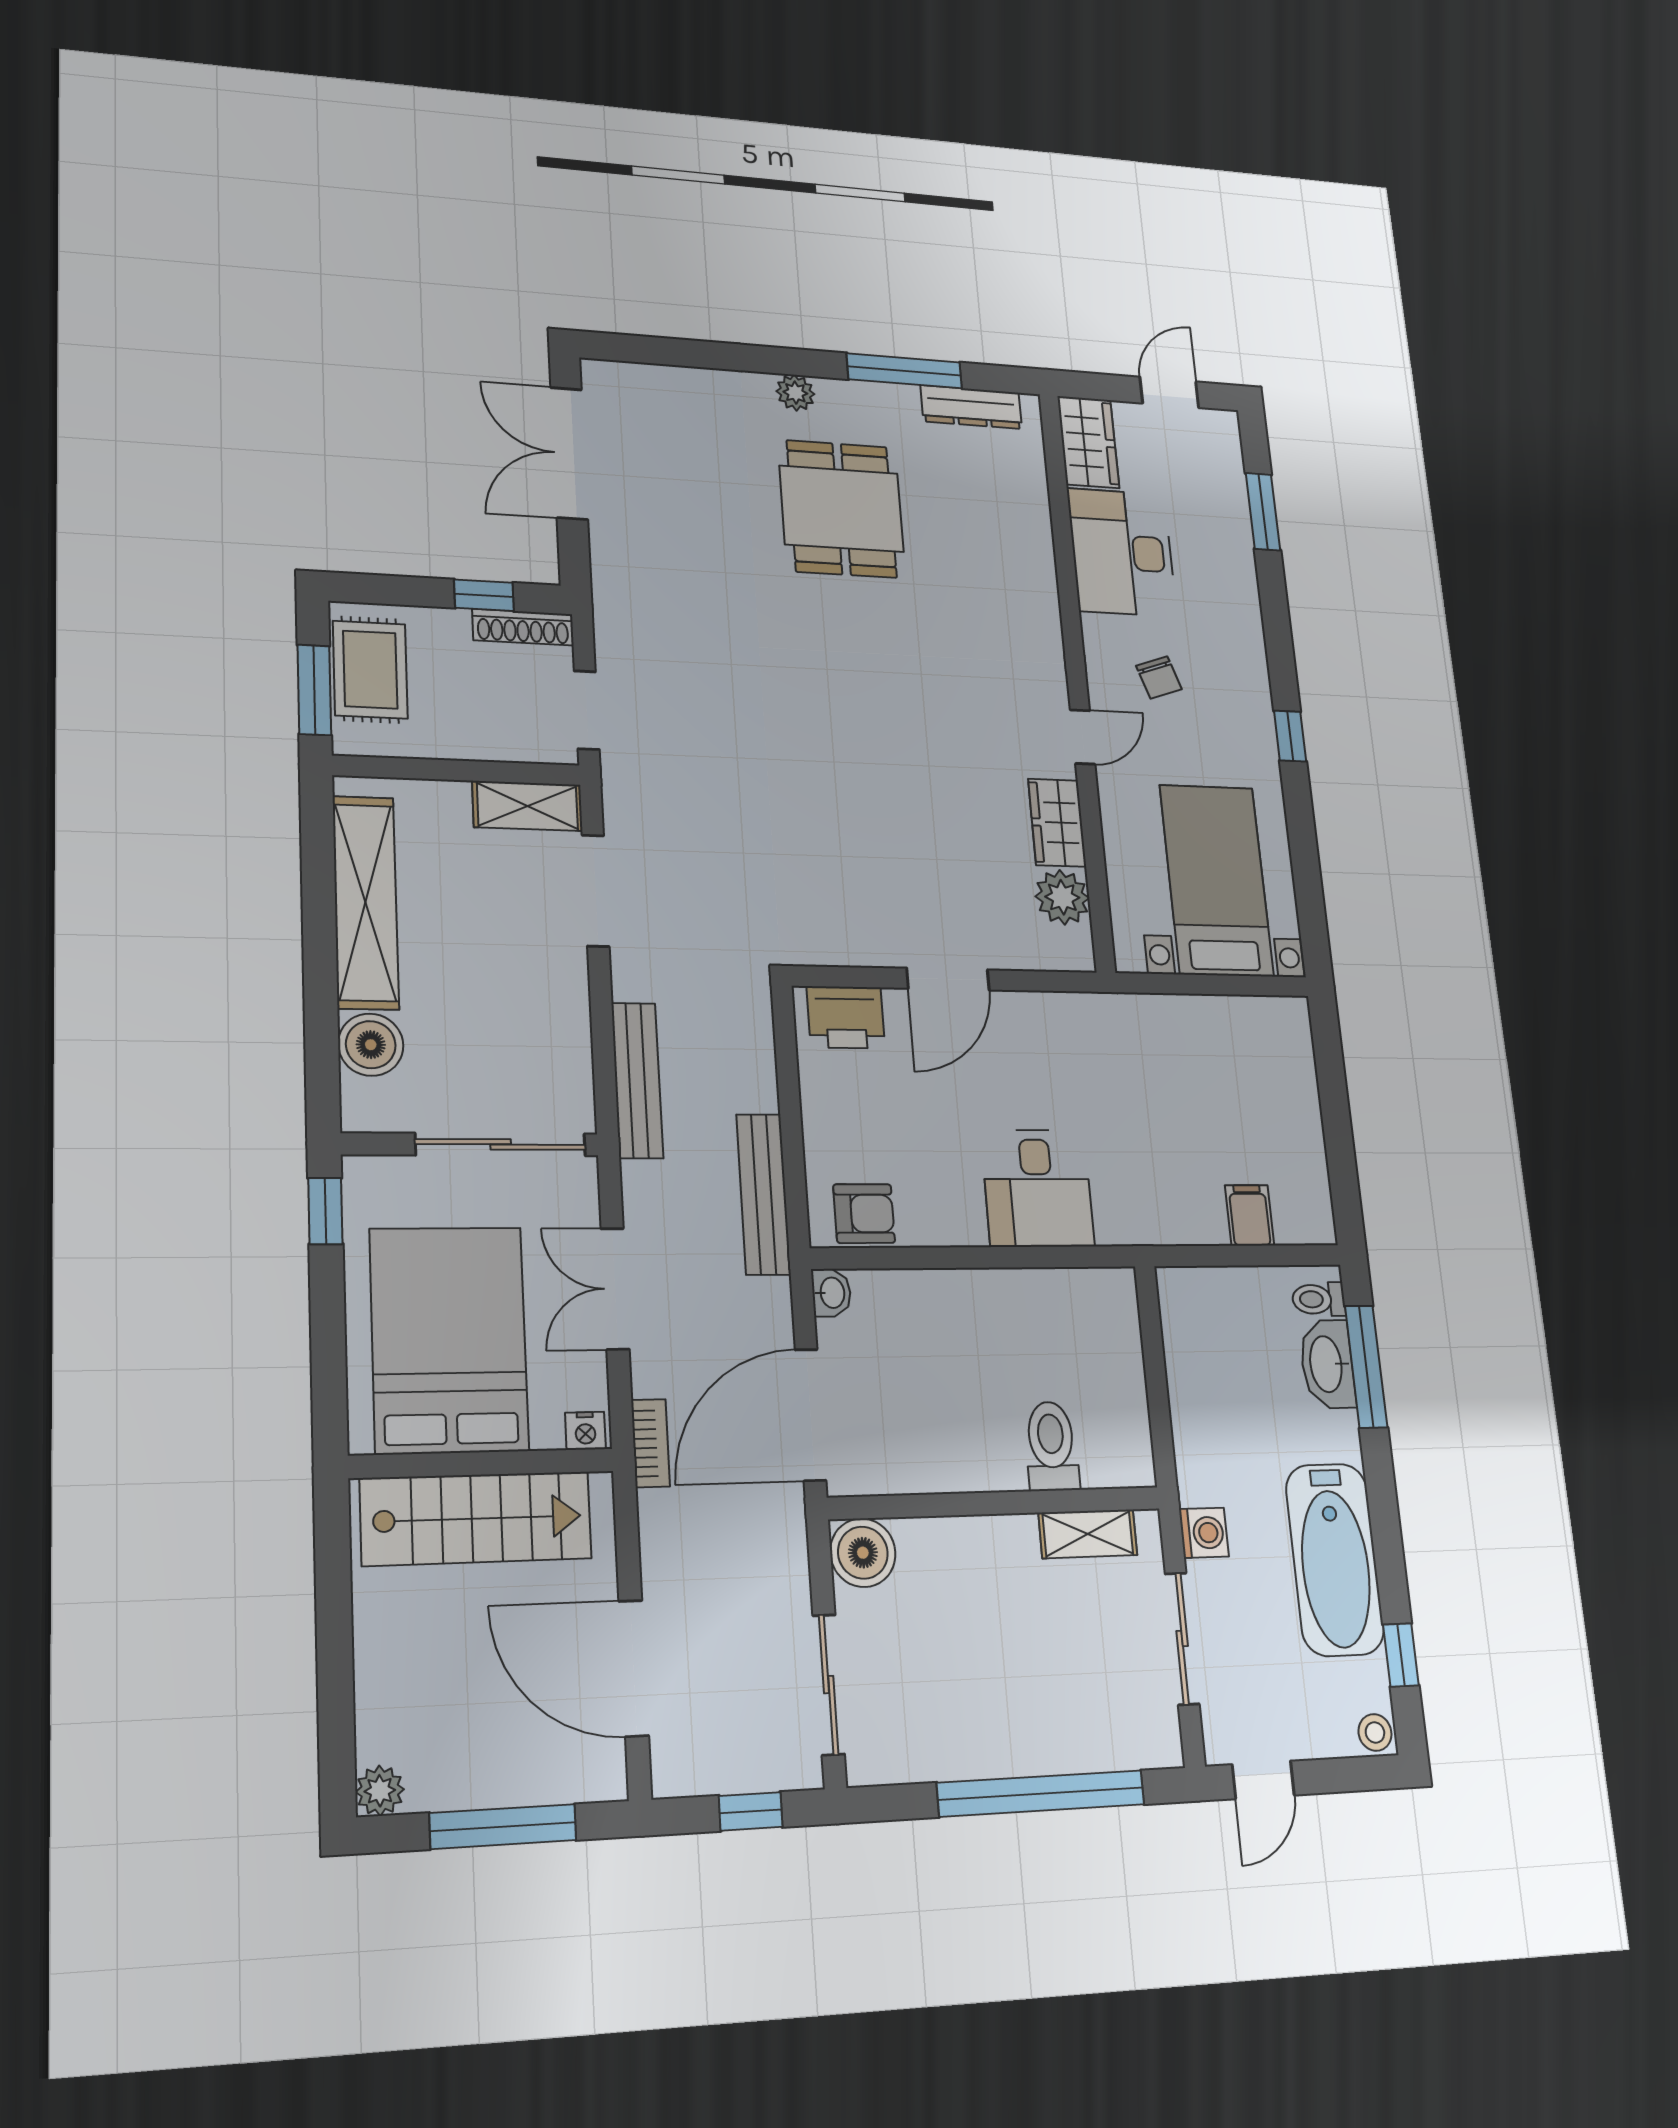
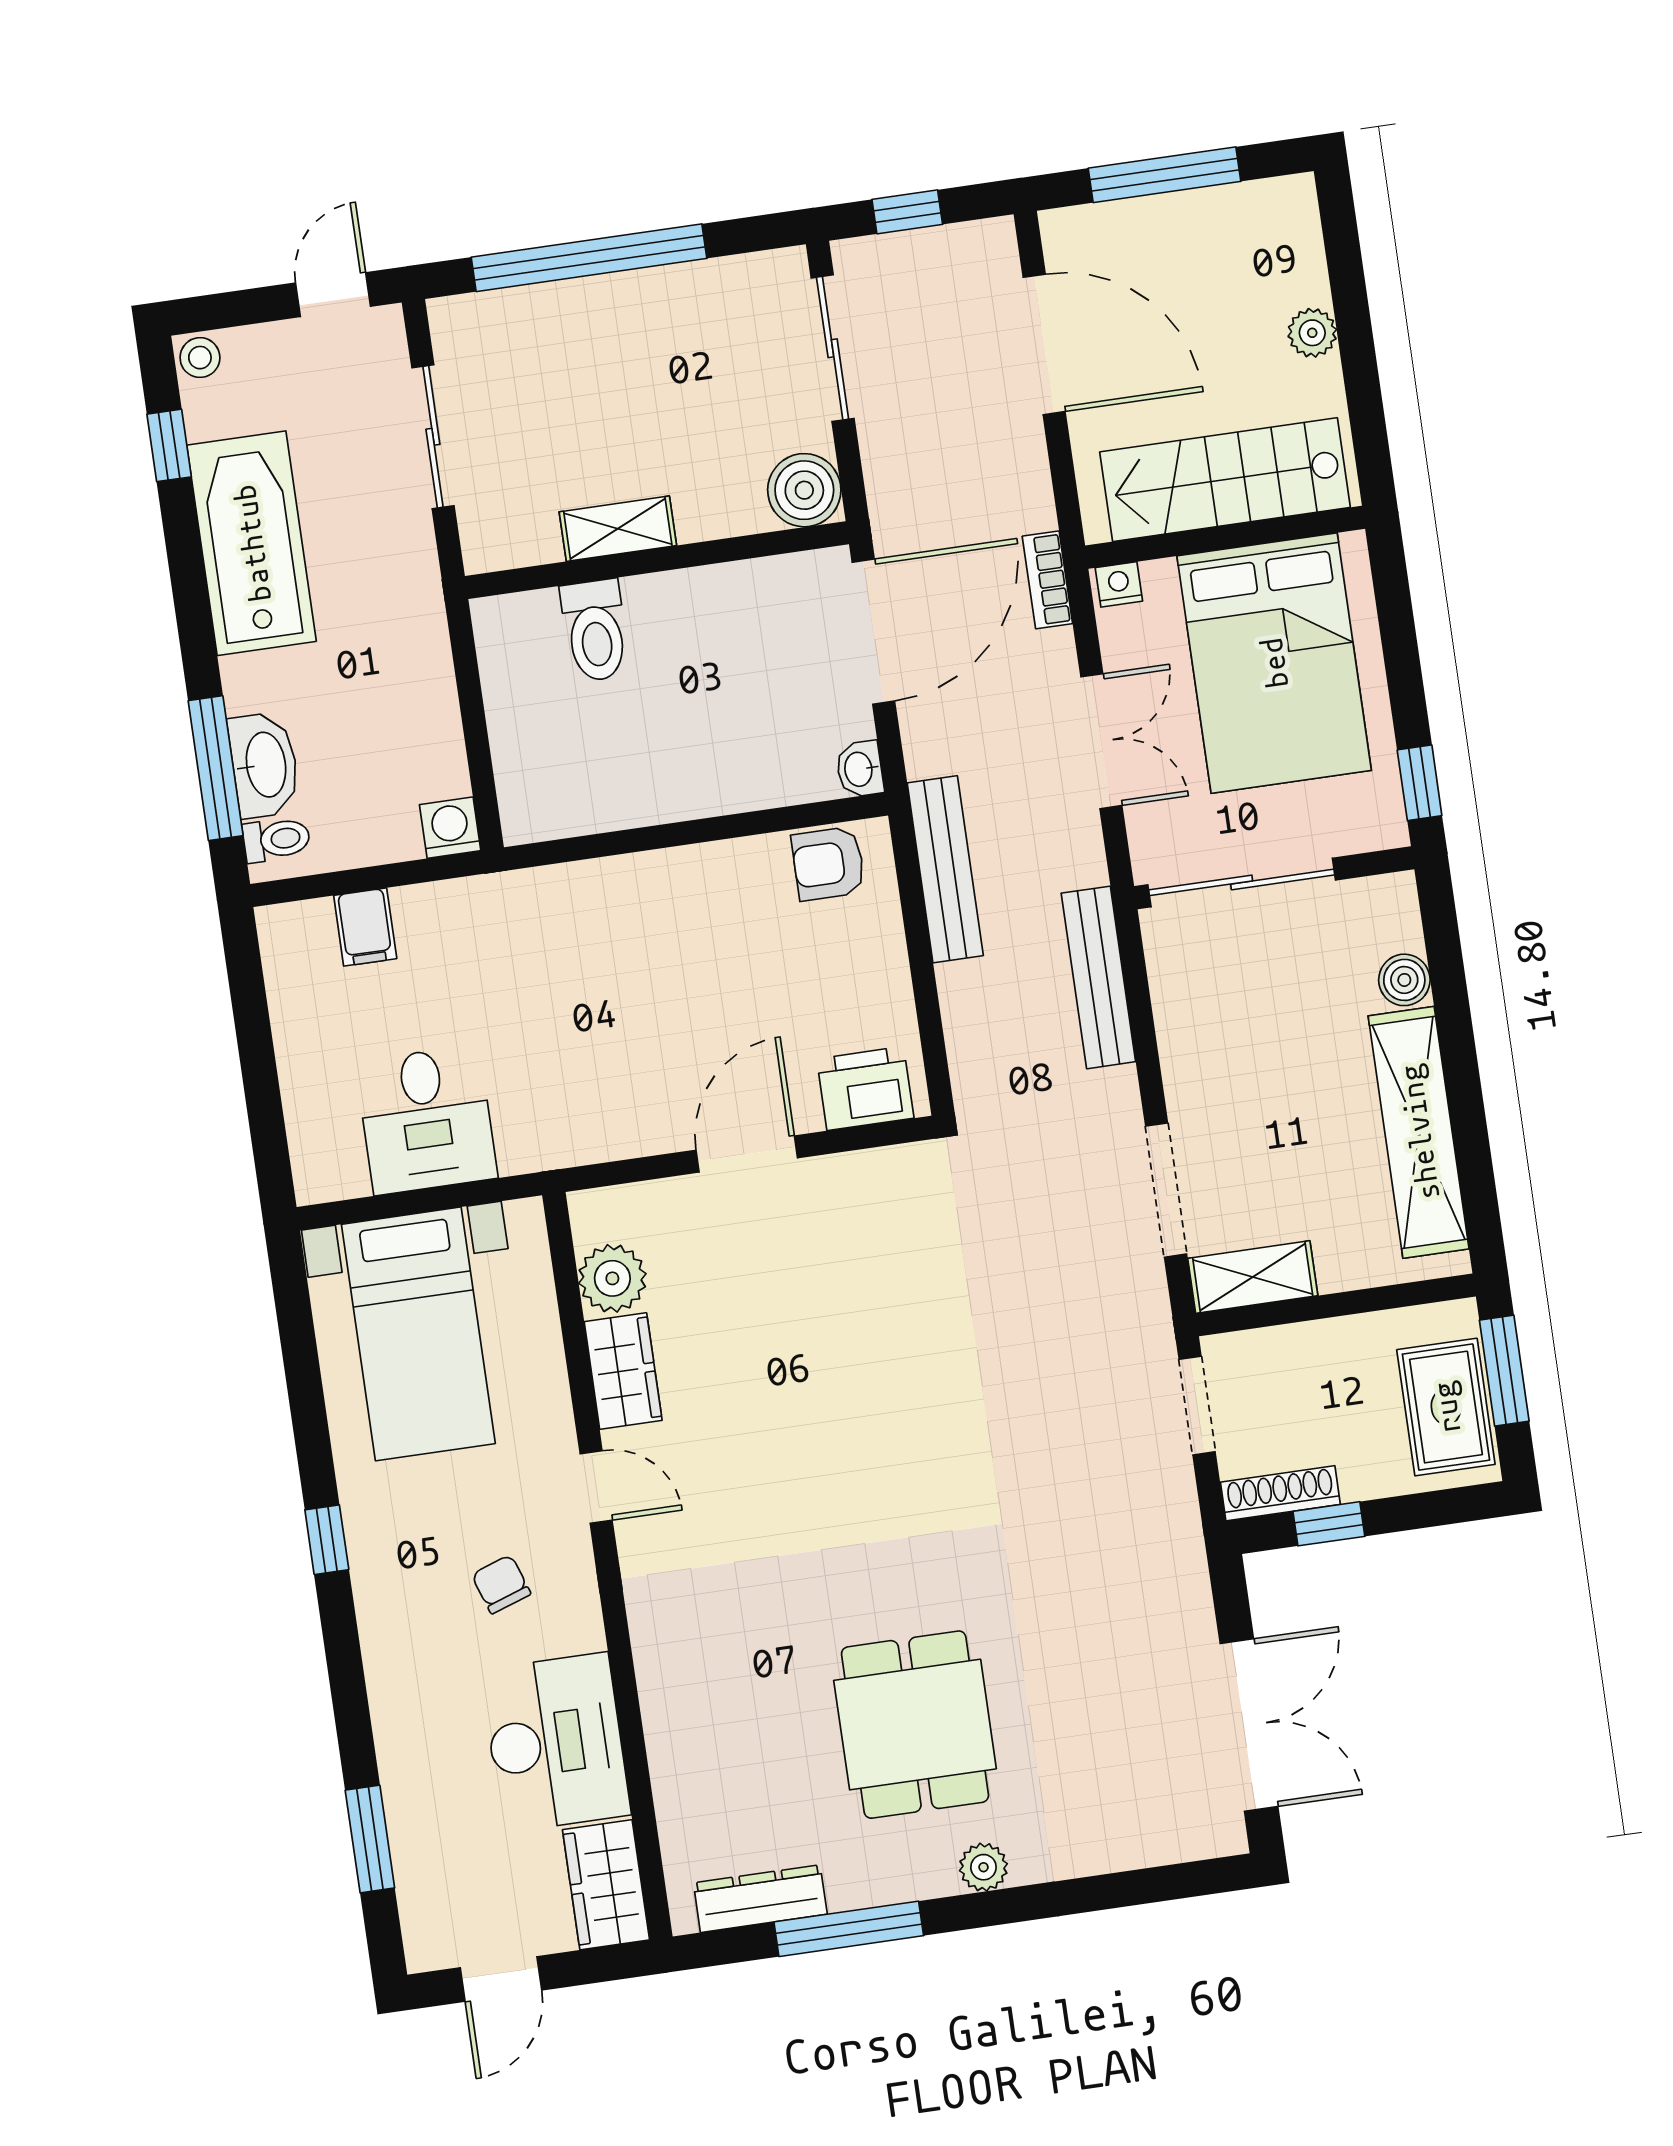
door: (1083, 737) -> (596, 1487), swing flipped
boiler: (371, 1045) -> (1404, 980), width x0.73, depth x0.73
desk: (1038, 1188) -> (426, 1120), moved, turned 180
washing machine: (1204, 1533) -> (450, 828), moved, turned 90
shelving: (1088, 1534) -> (618, 529), moved
plant: (380, 1791) -> (1312, 333), moved

